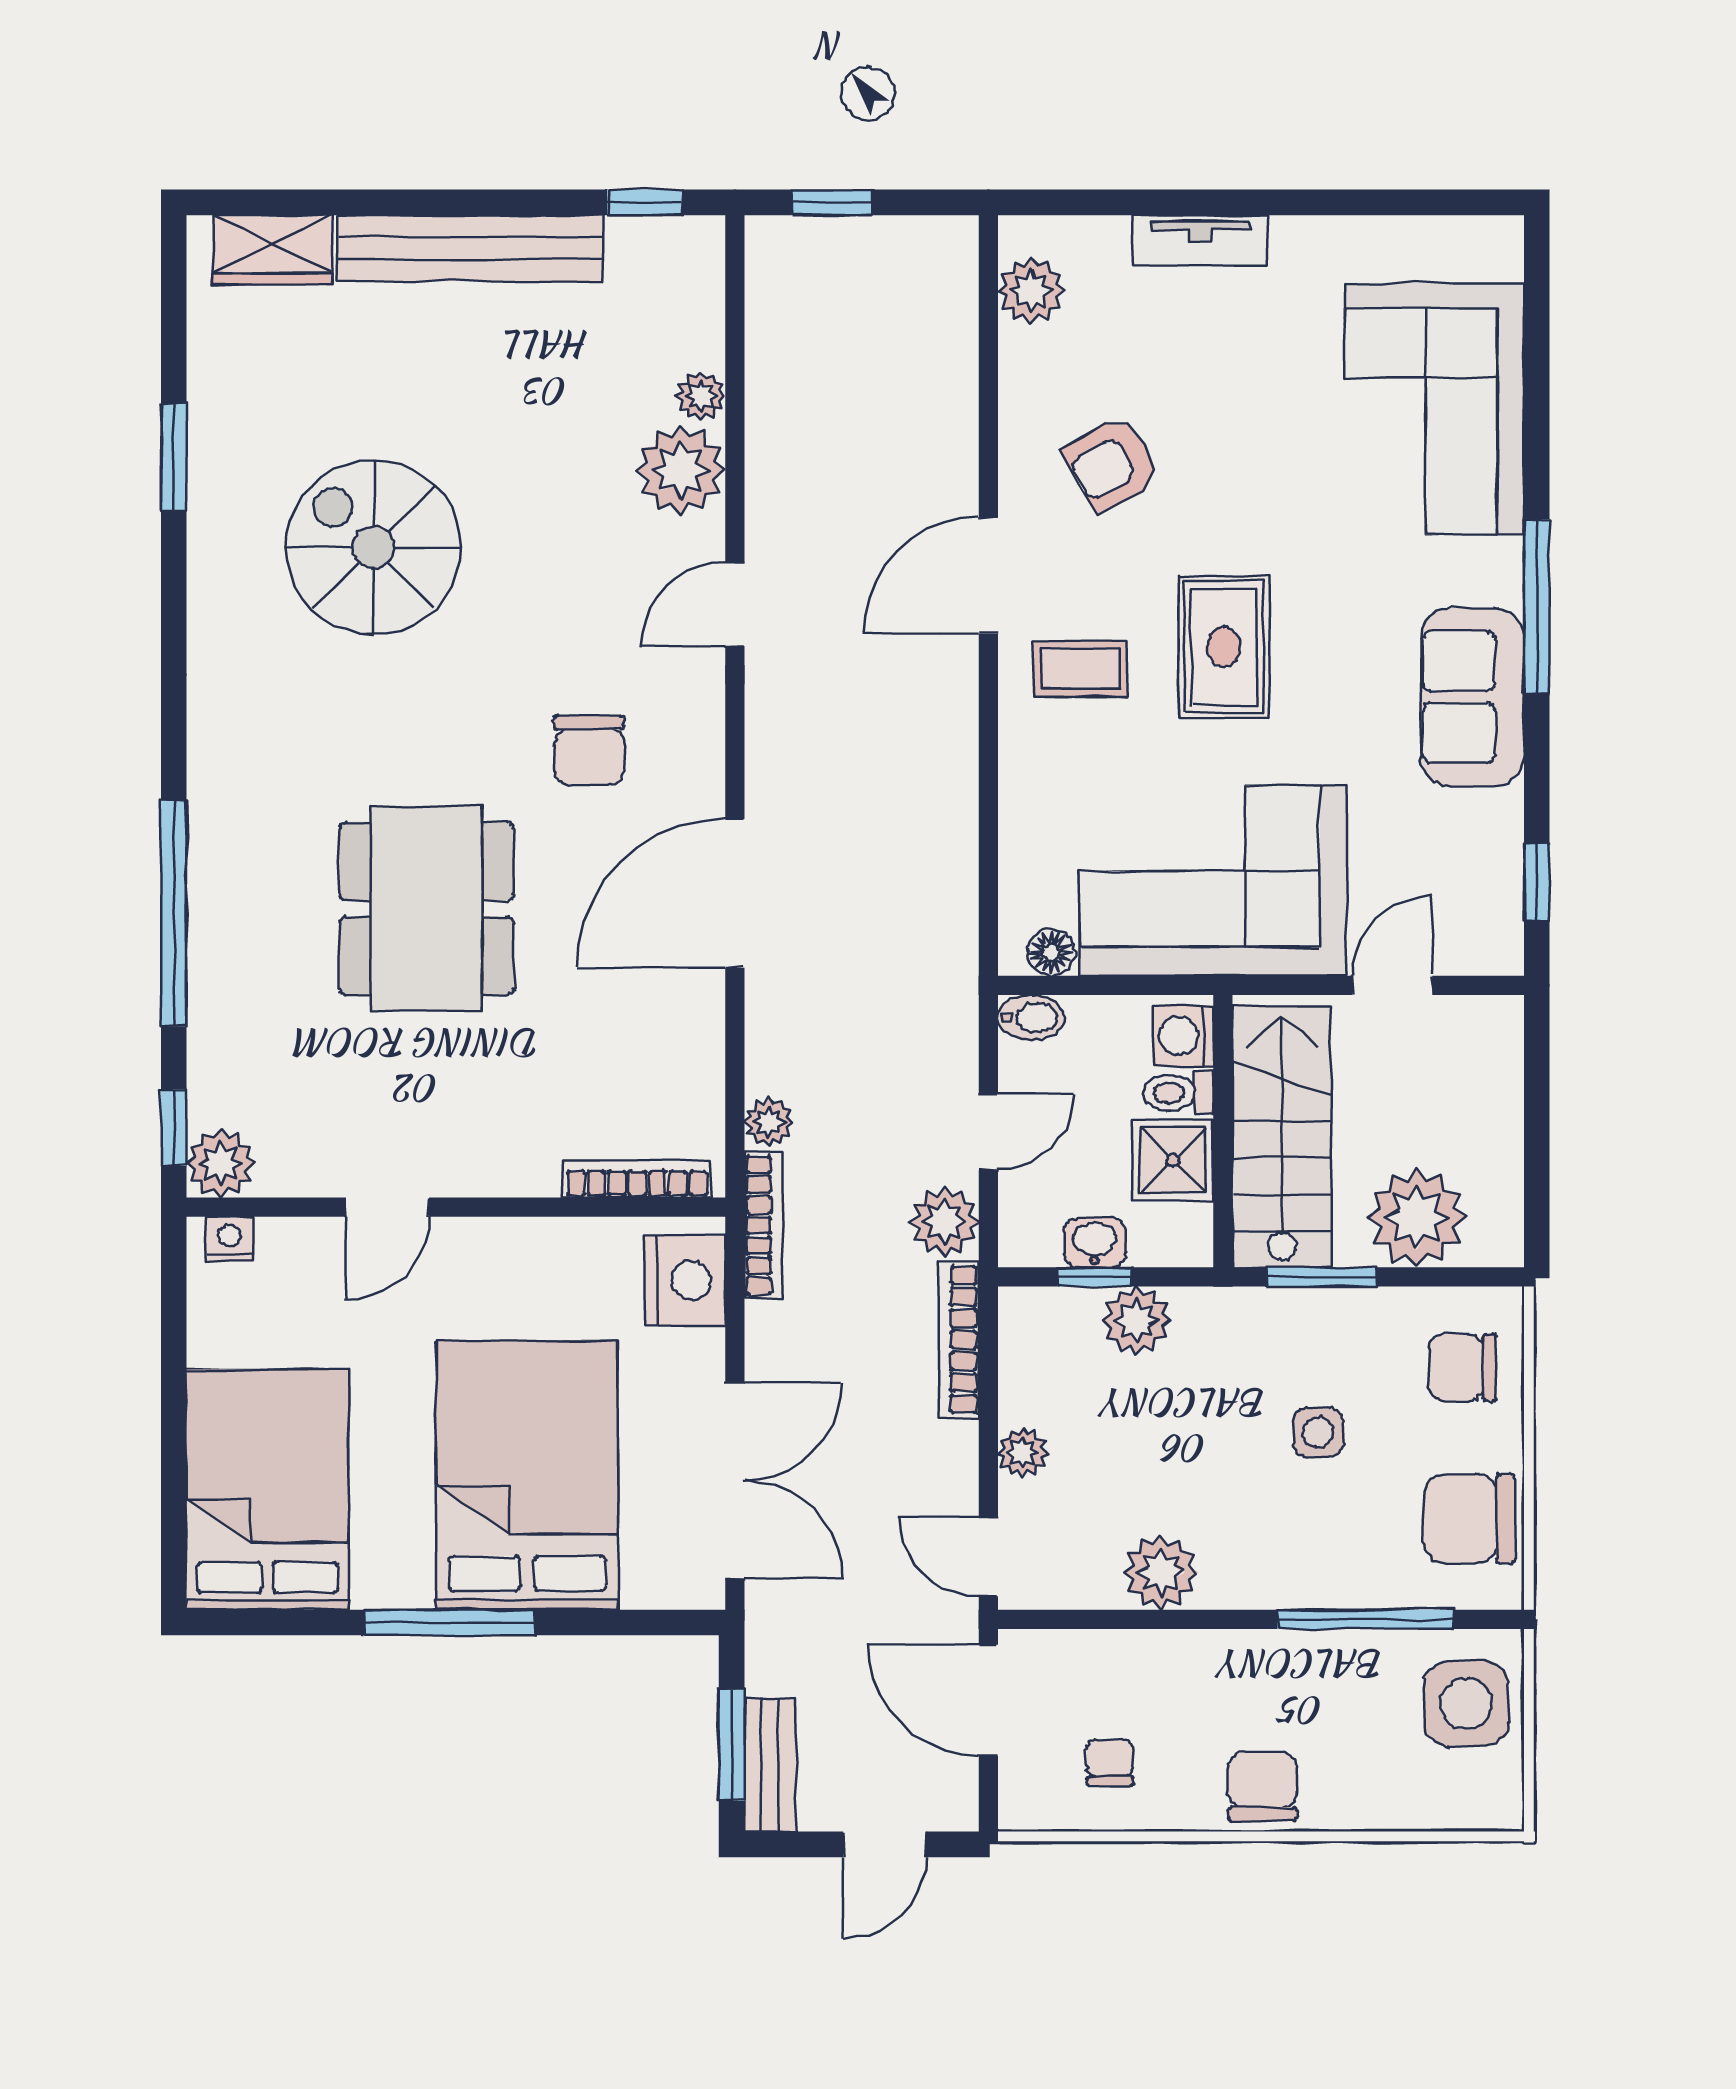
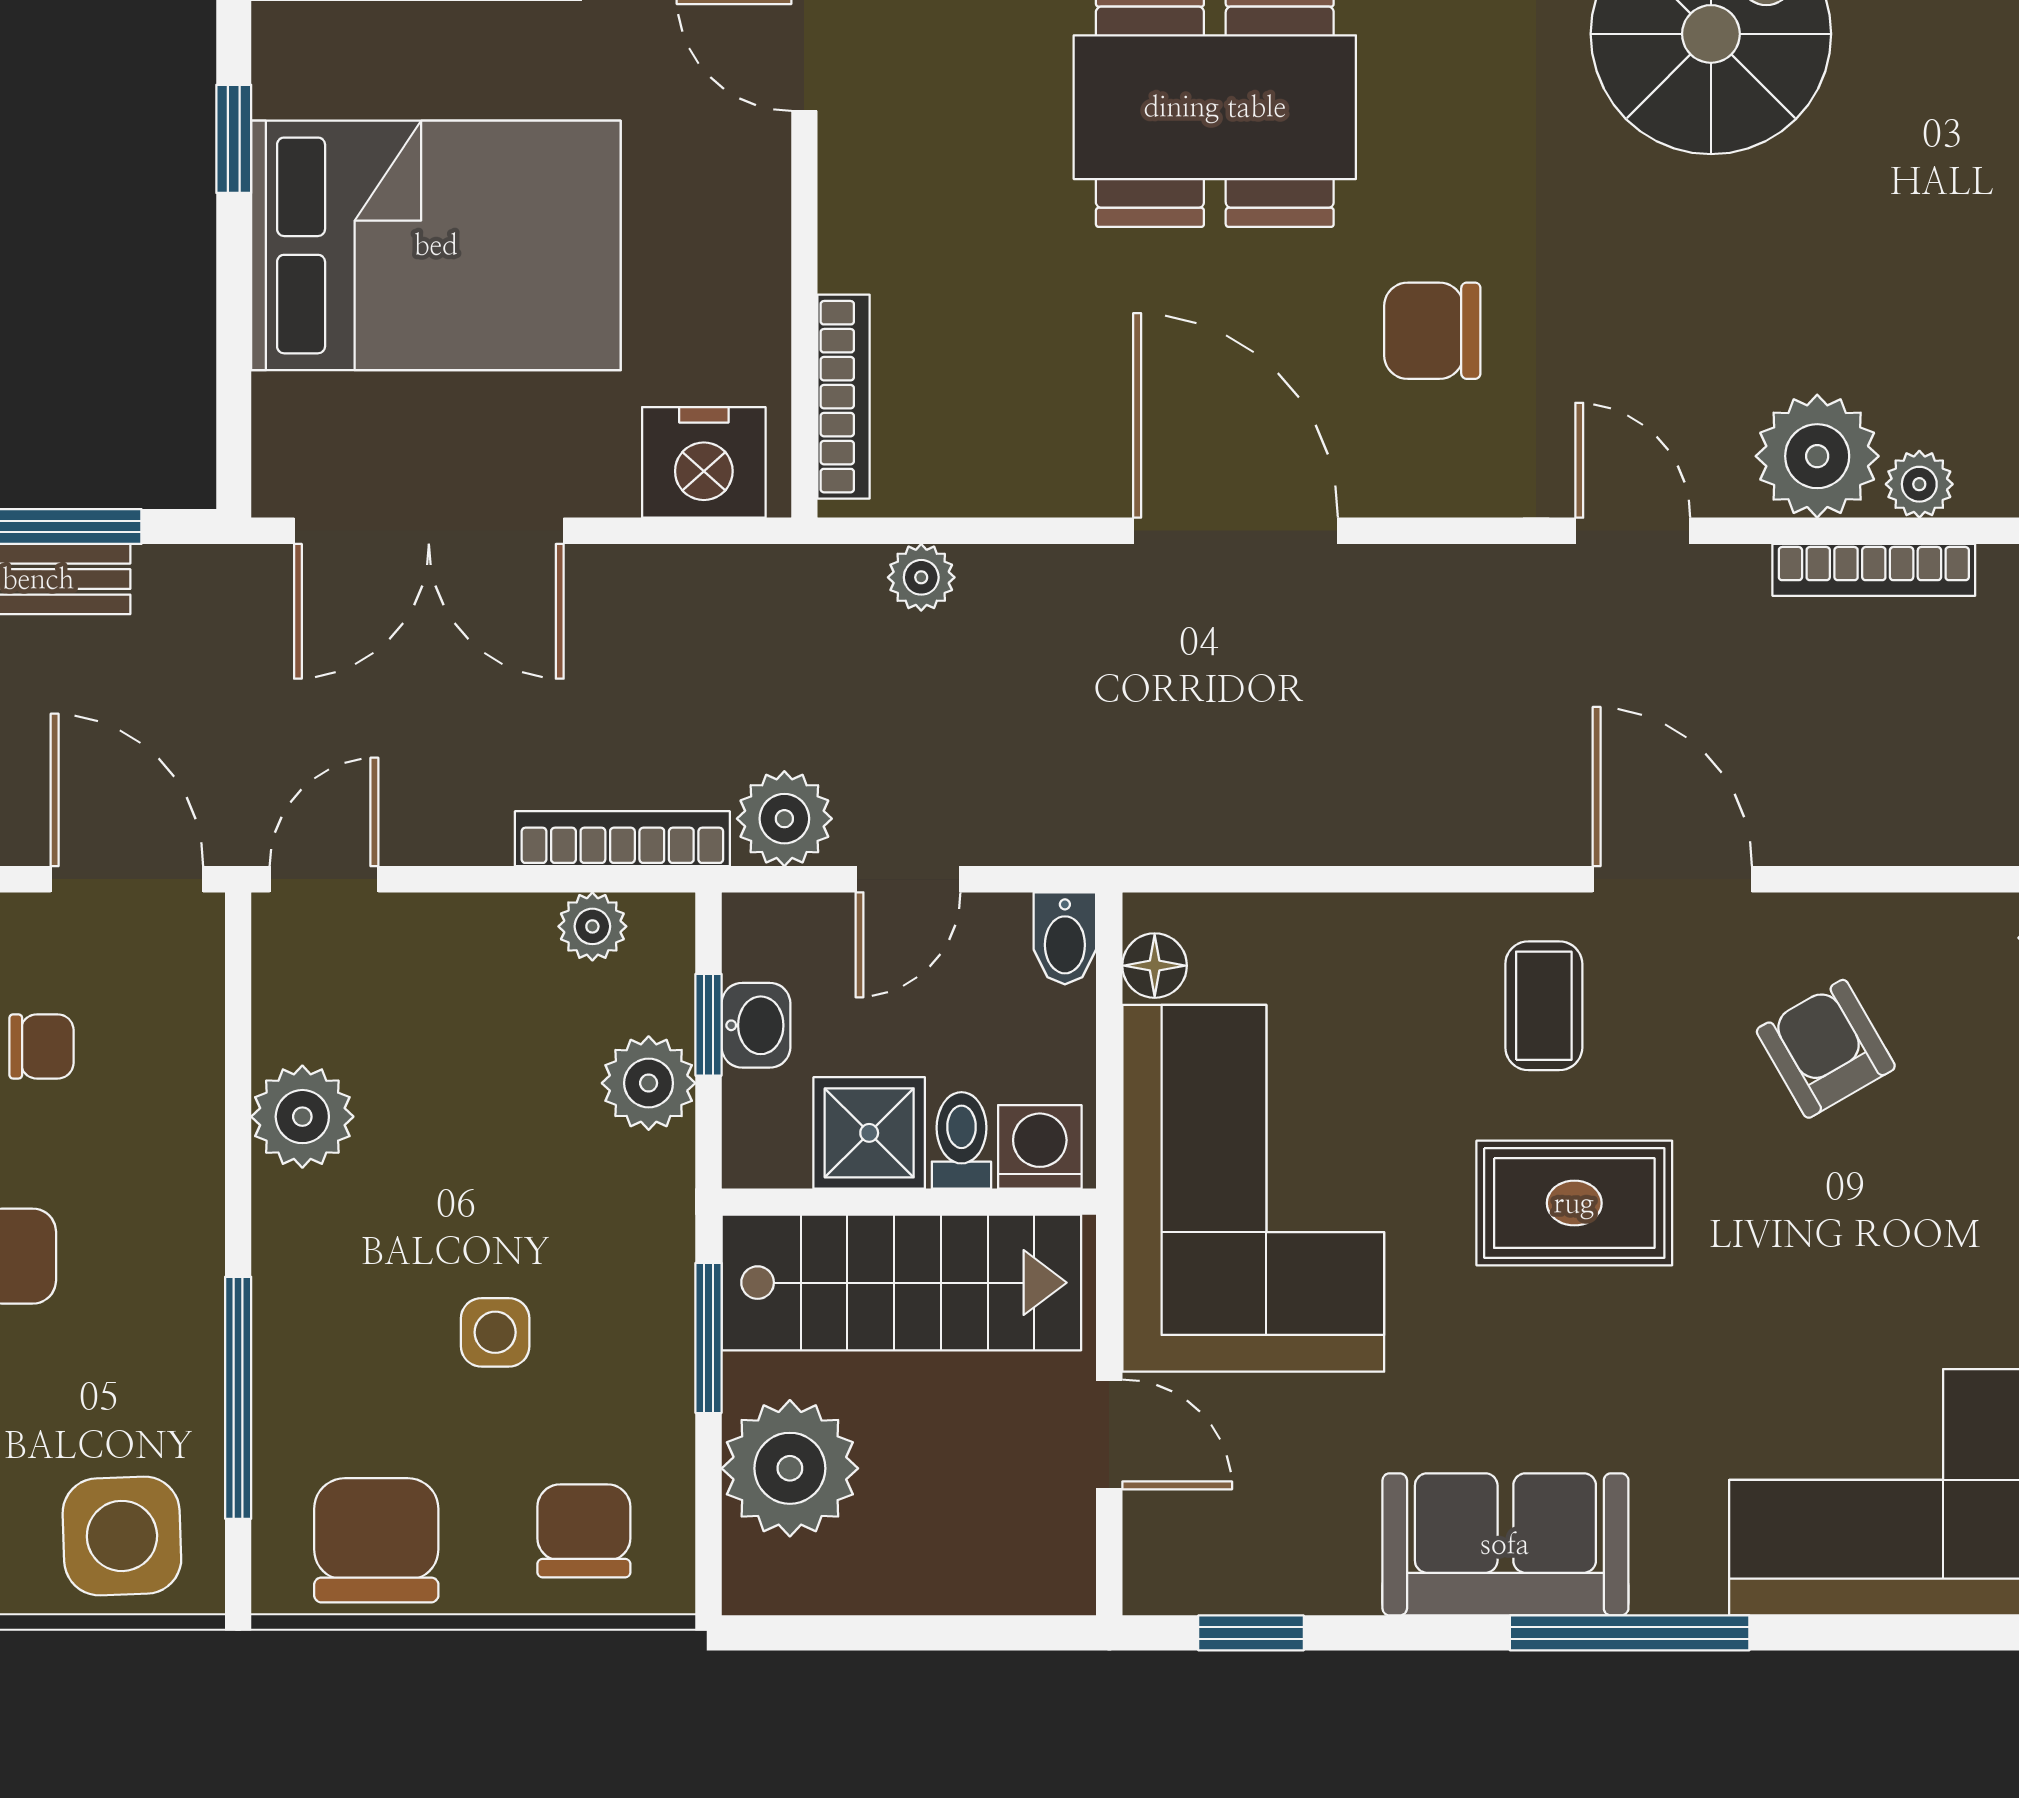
door: (988, 1132) -> (908, 879), hinge flipped
bookcase: (763, 1225) -> (1874, 570), moved
plant: (1023, 1453) -> (592, 926), moved
window: (450, 1622) -> (234, 139), width x0.46
door: (988, 1700) -> (127, 879), hinge flipped

